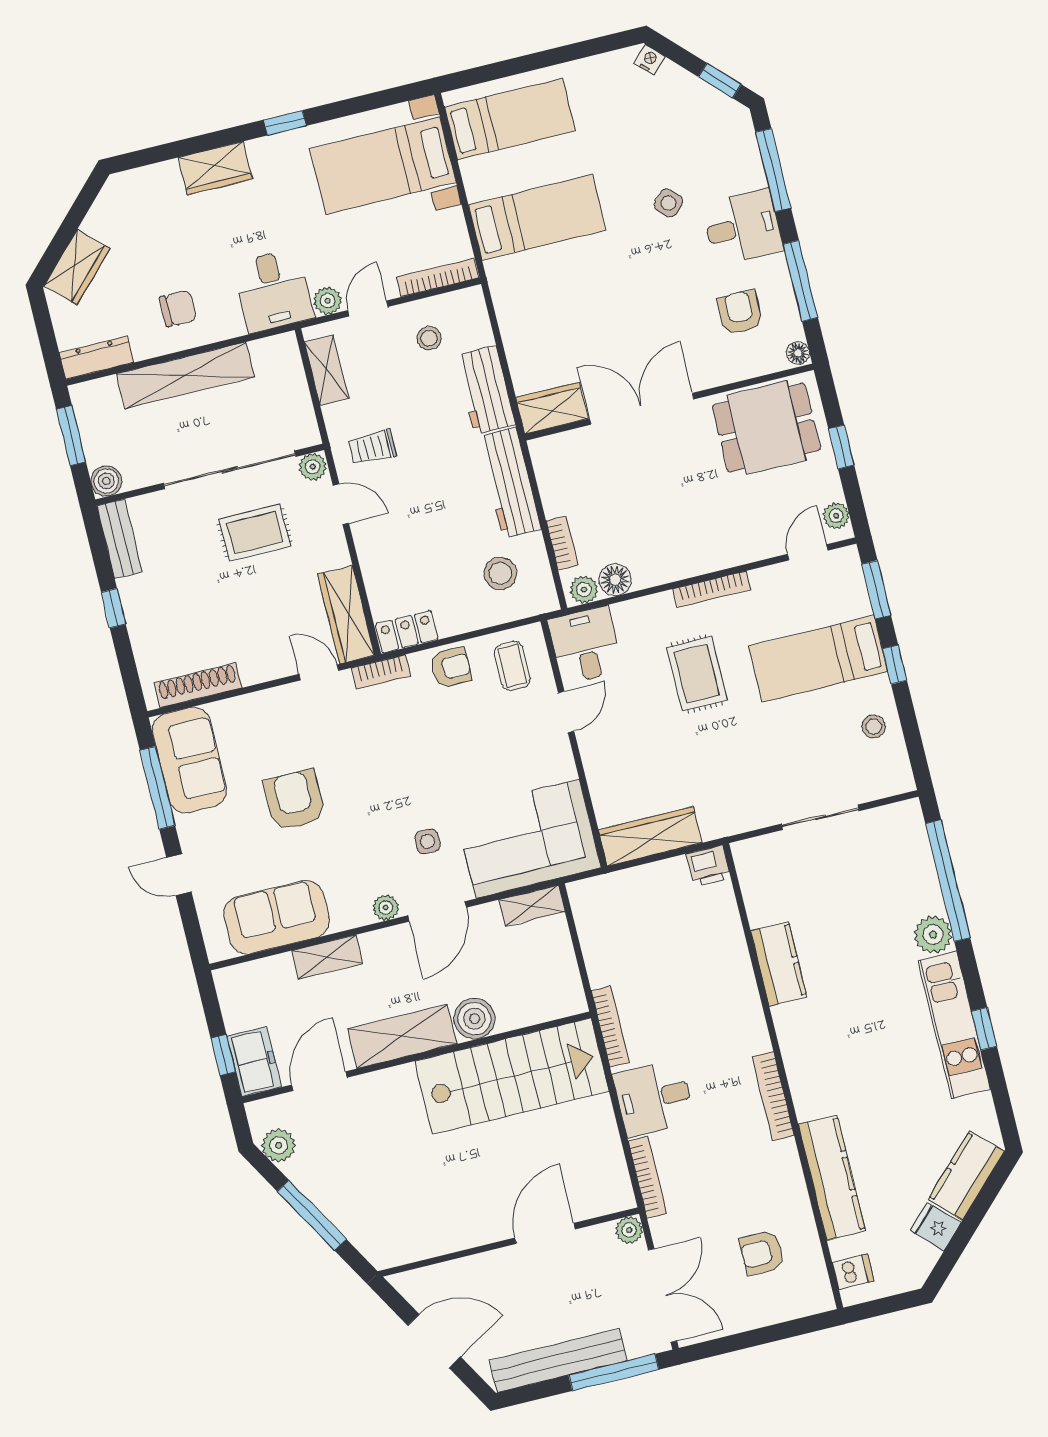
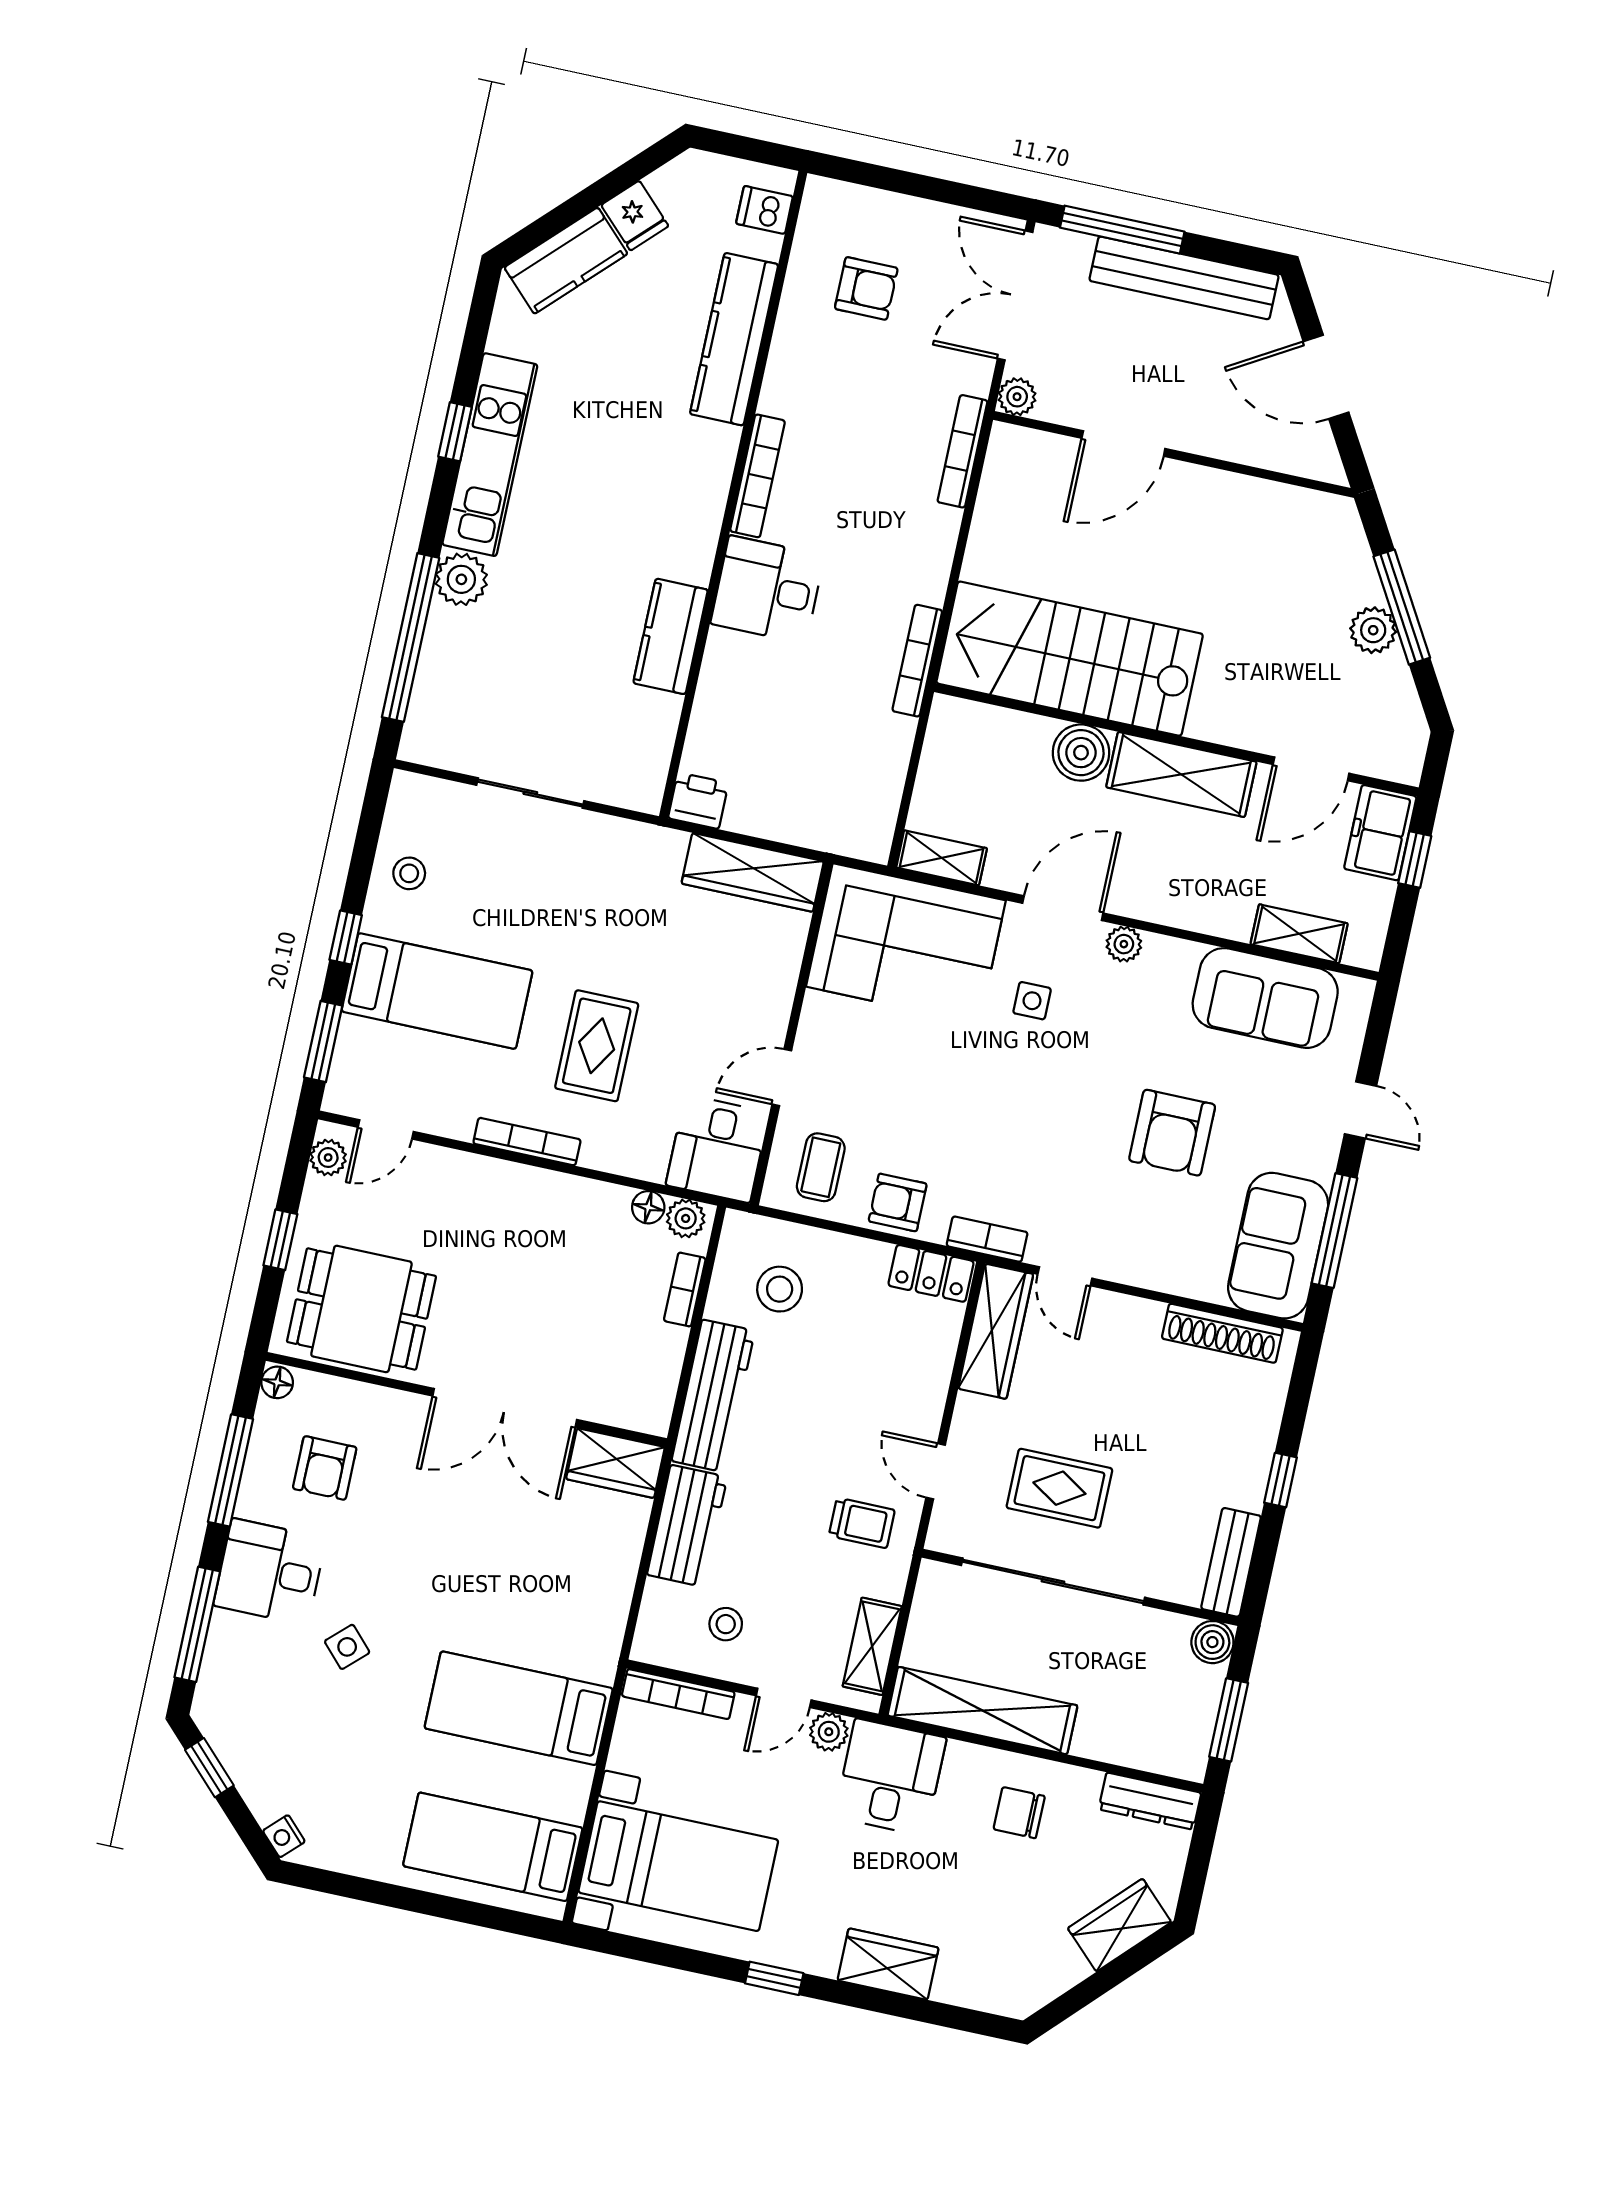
shelving: (185, 375) -> (982, 1711), moved
plant: (313, 467) -> (948, 1535), removed
floor lamp: (615, 580) -> (648, 1207), width x0.73, depth x0.73
shelving: (327, 957) -> (1299, 934), moved
desk: (654, 1098) -> (767, 590), moved, turned 180
plant: (279, 1145) -> (1373, 630), moved

